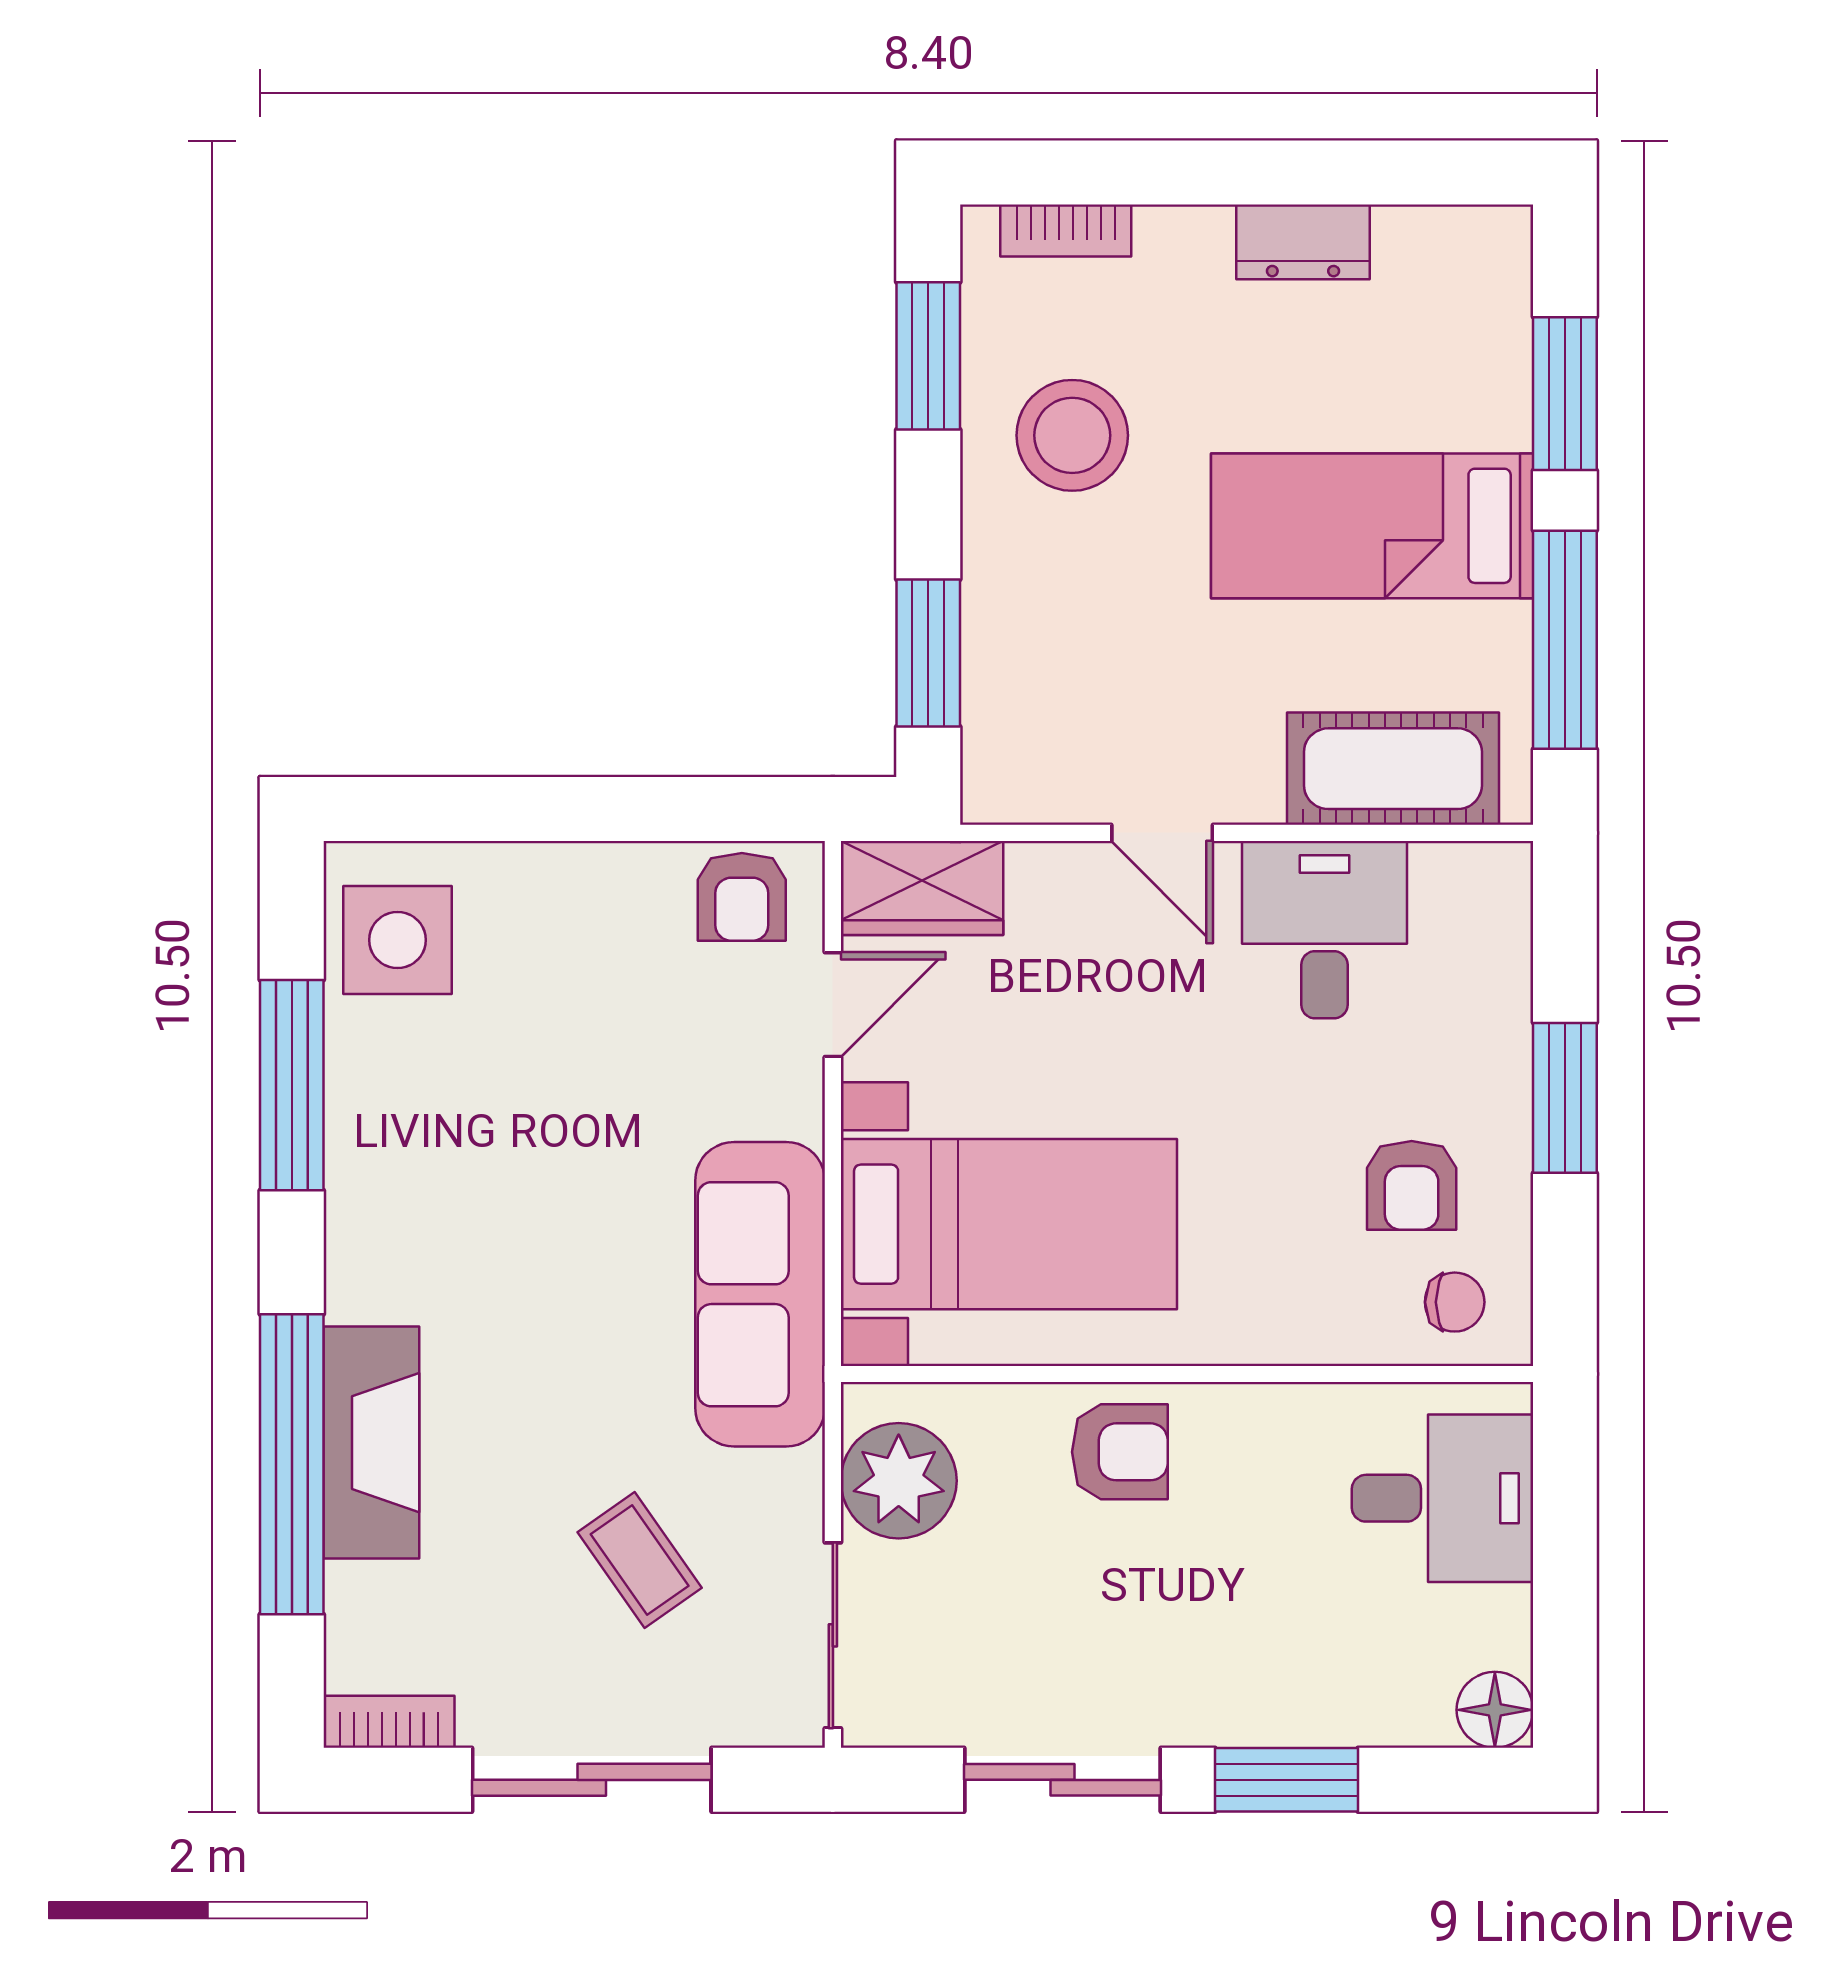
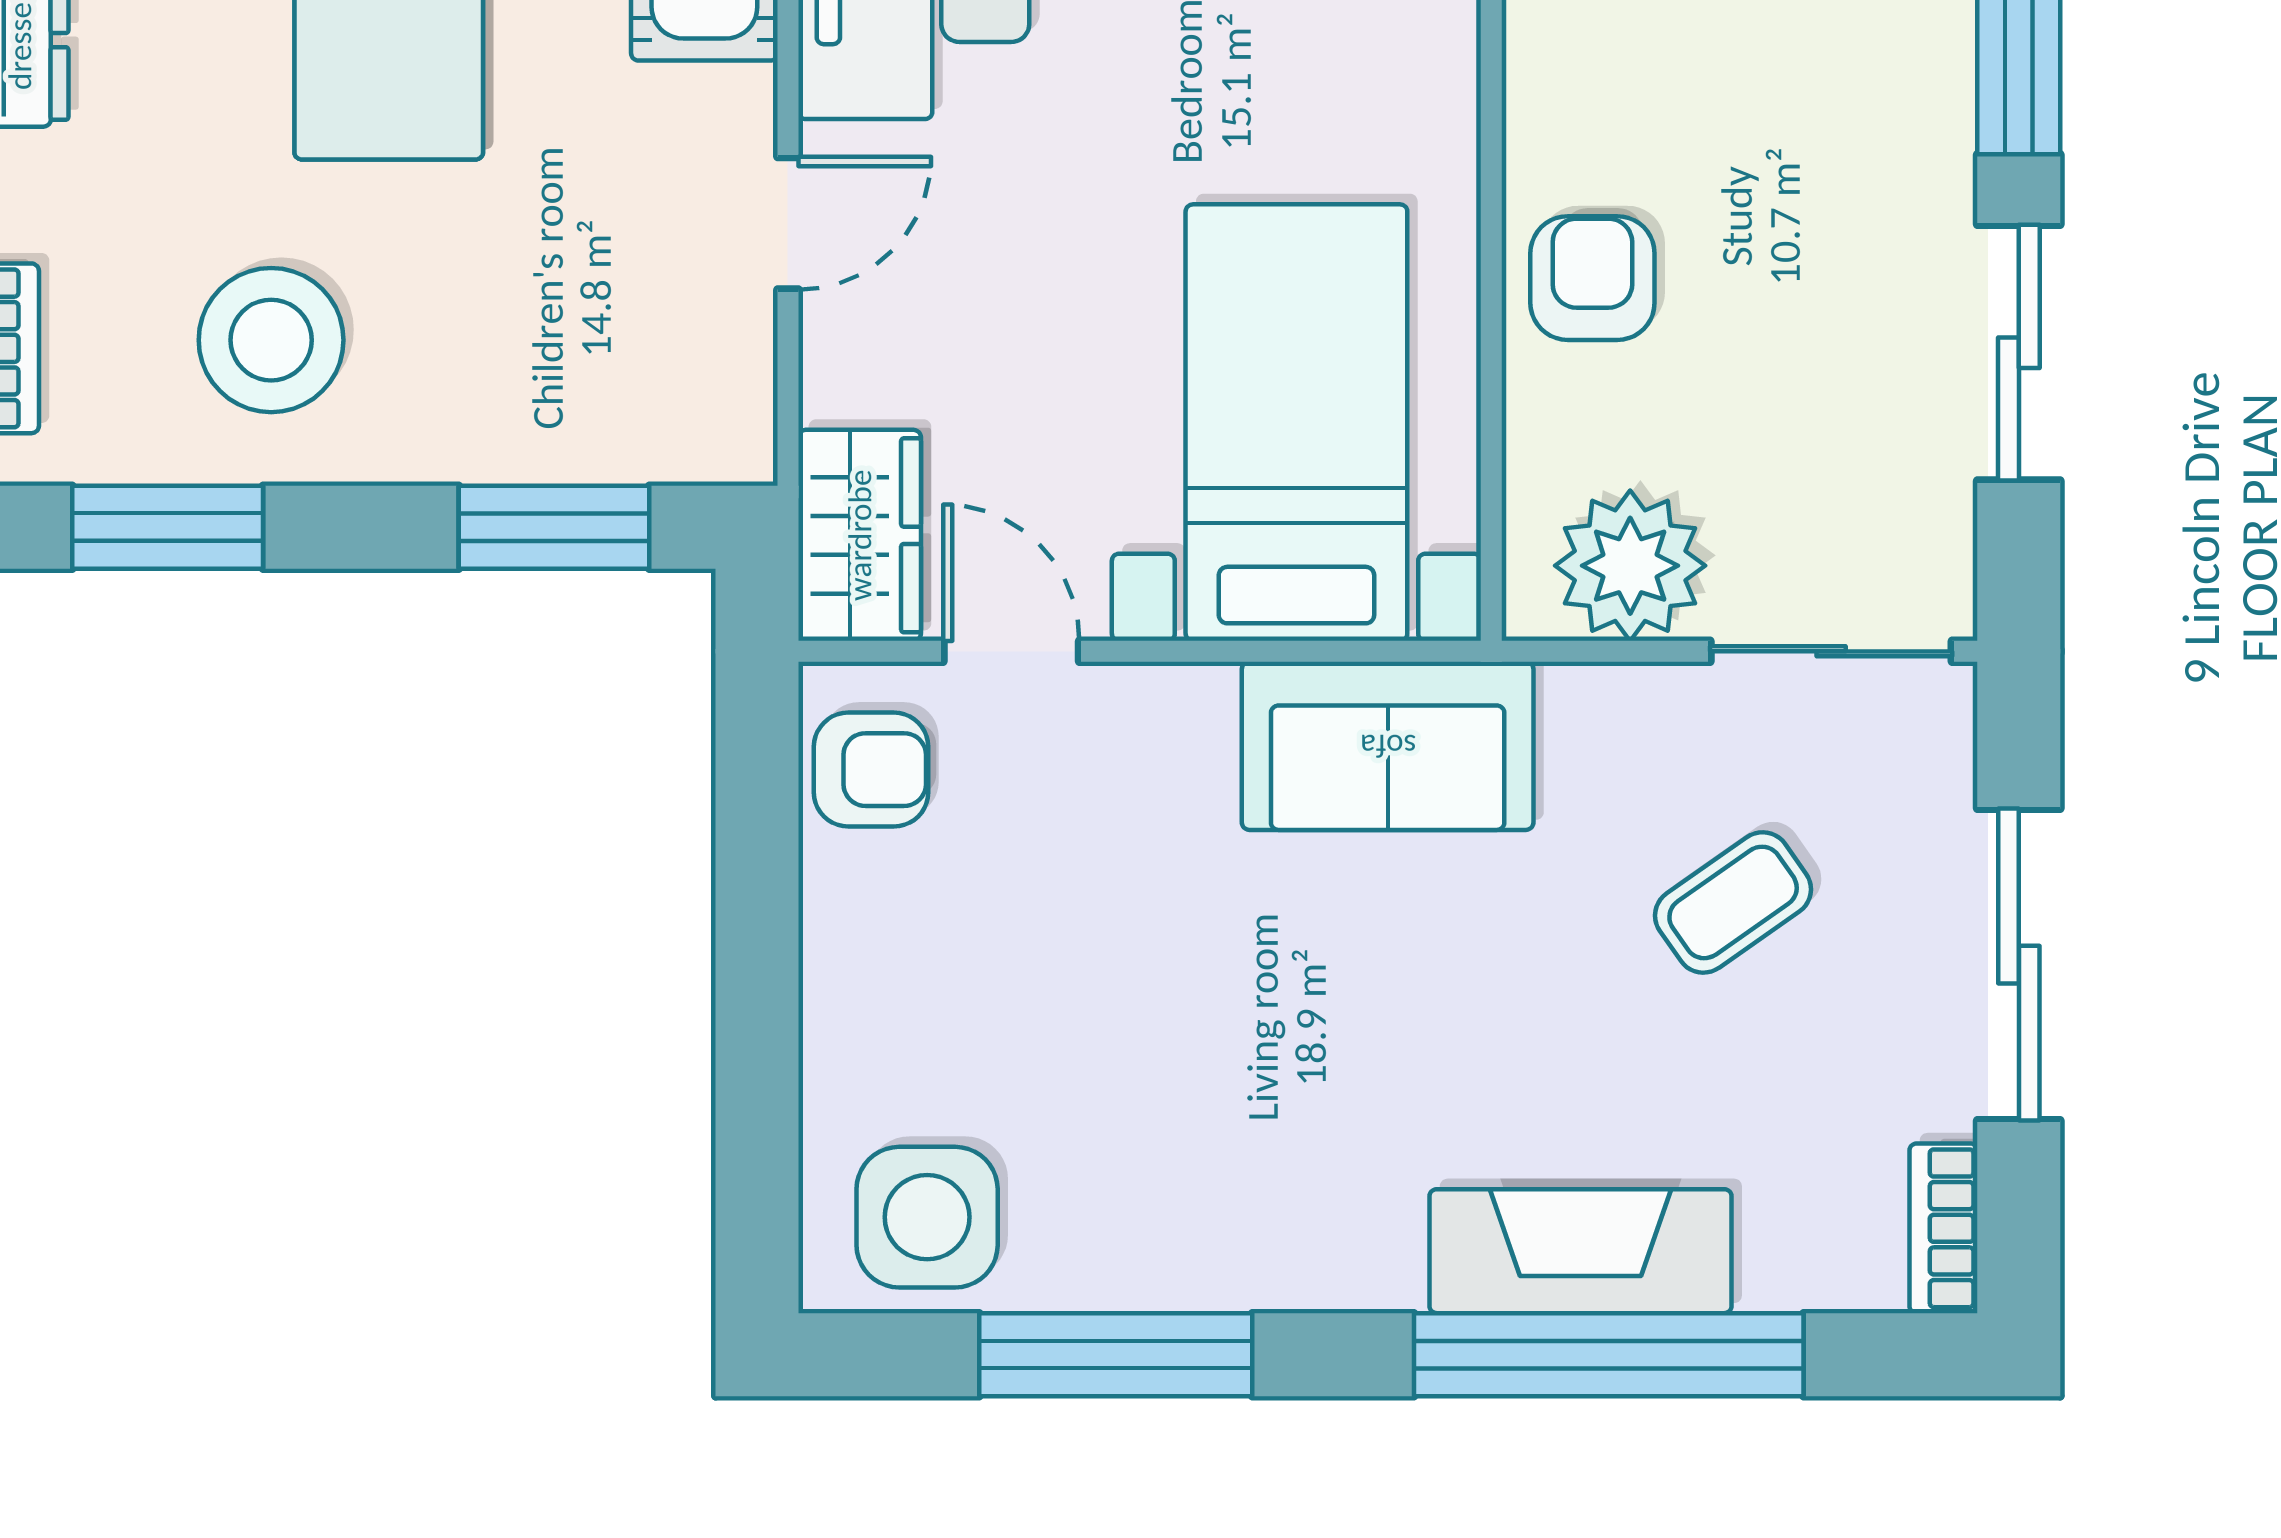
sofa: (760, 1294) -> (1388, 746), width x0.73

